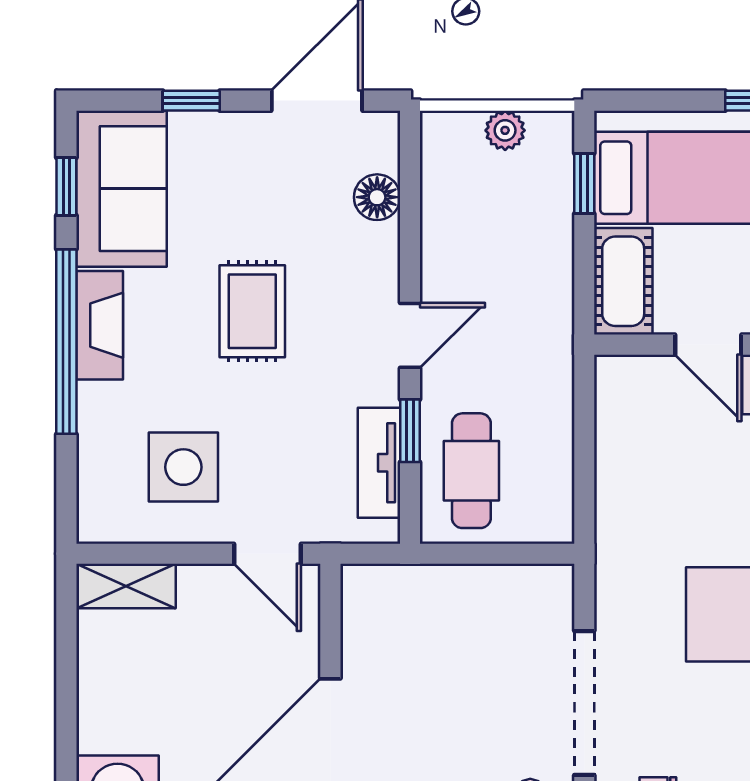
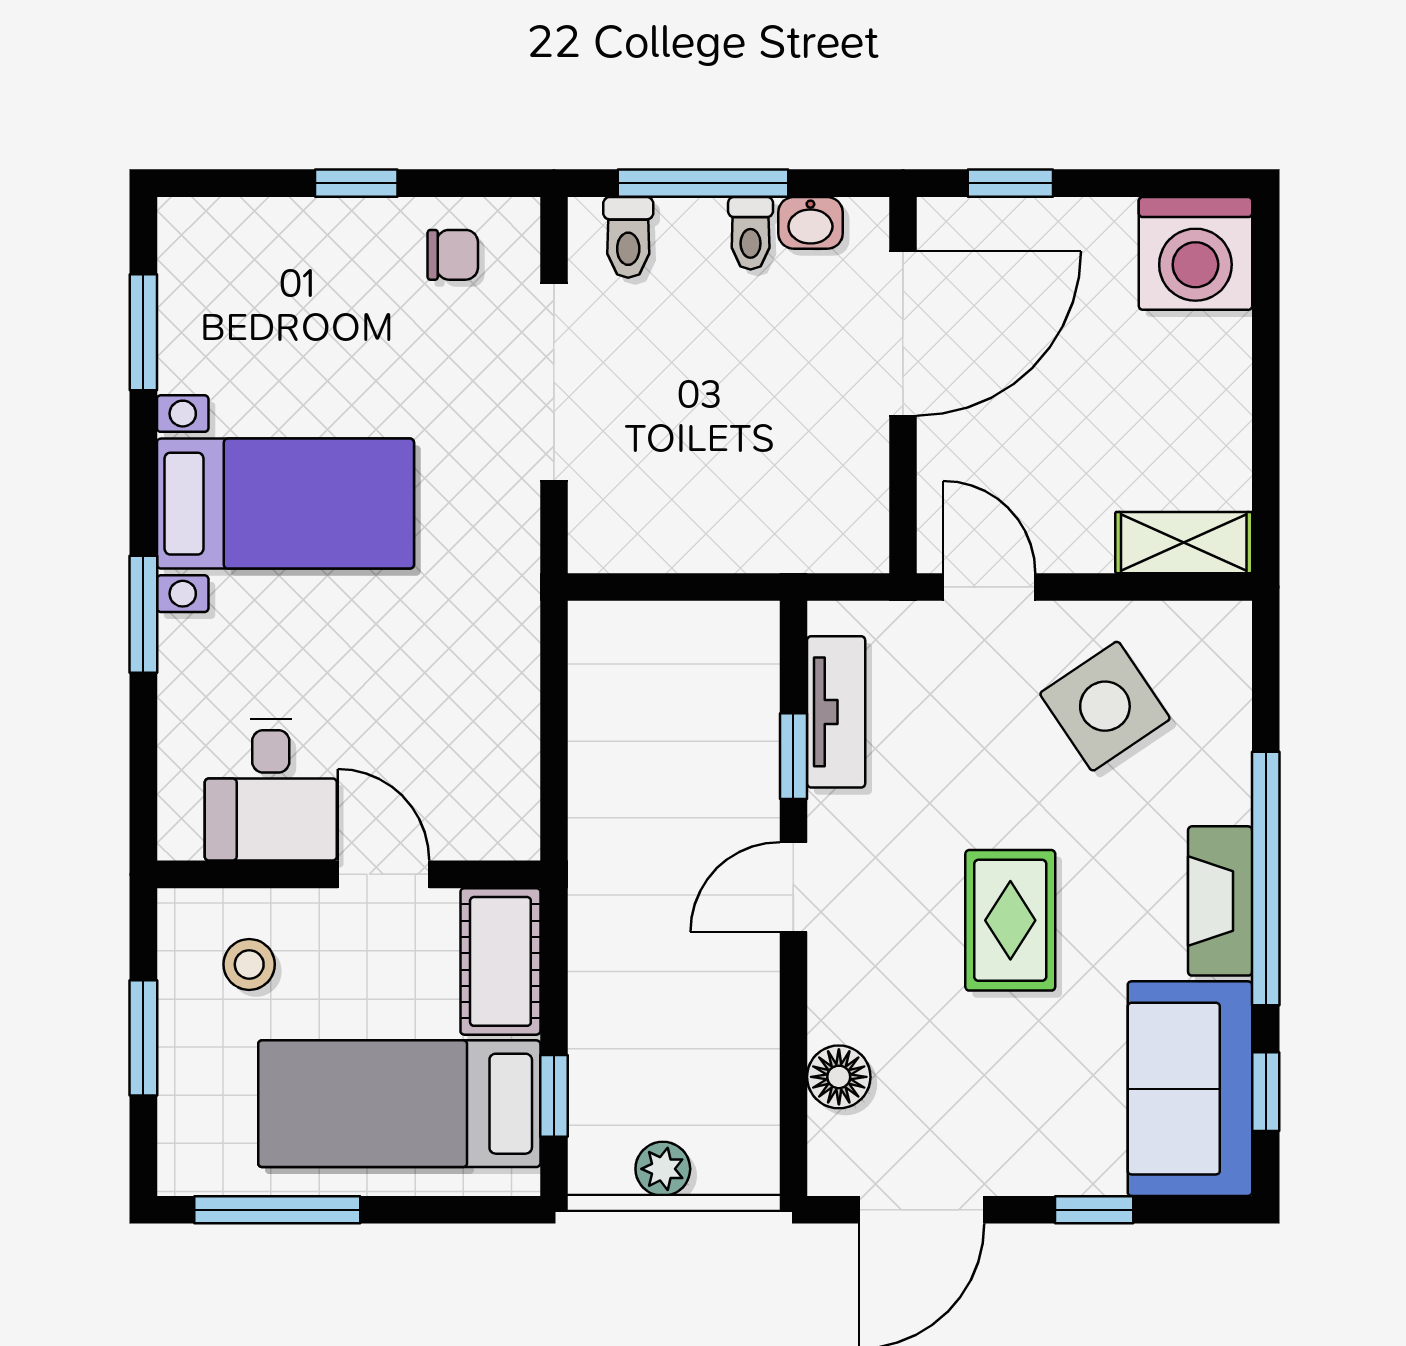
side table: (183, 467) -> (1105, 706), turned -34
cafe table: (471, 471) -> (709, 701), removed

